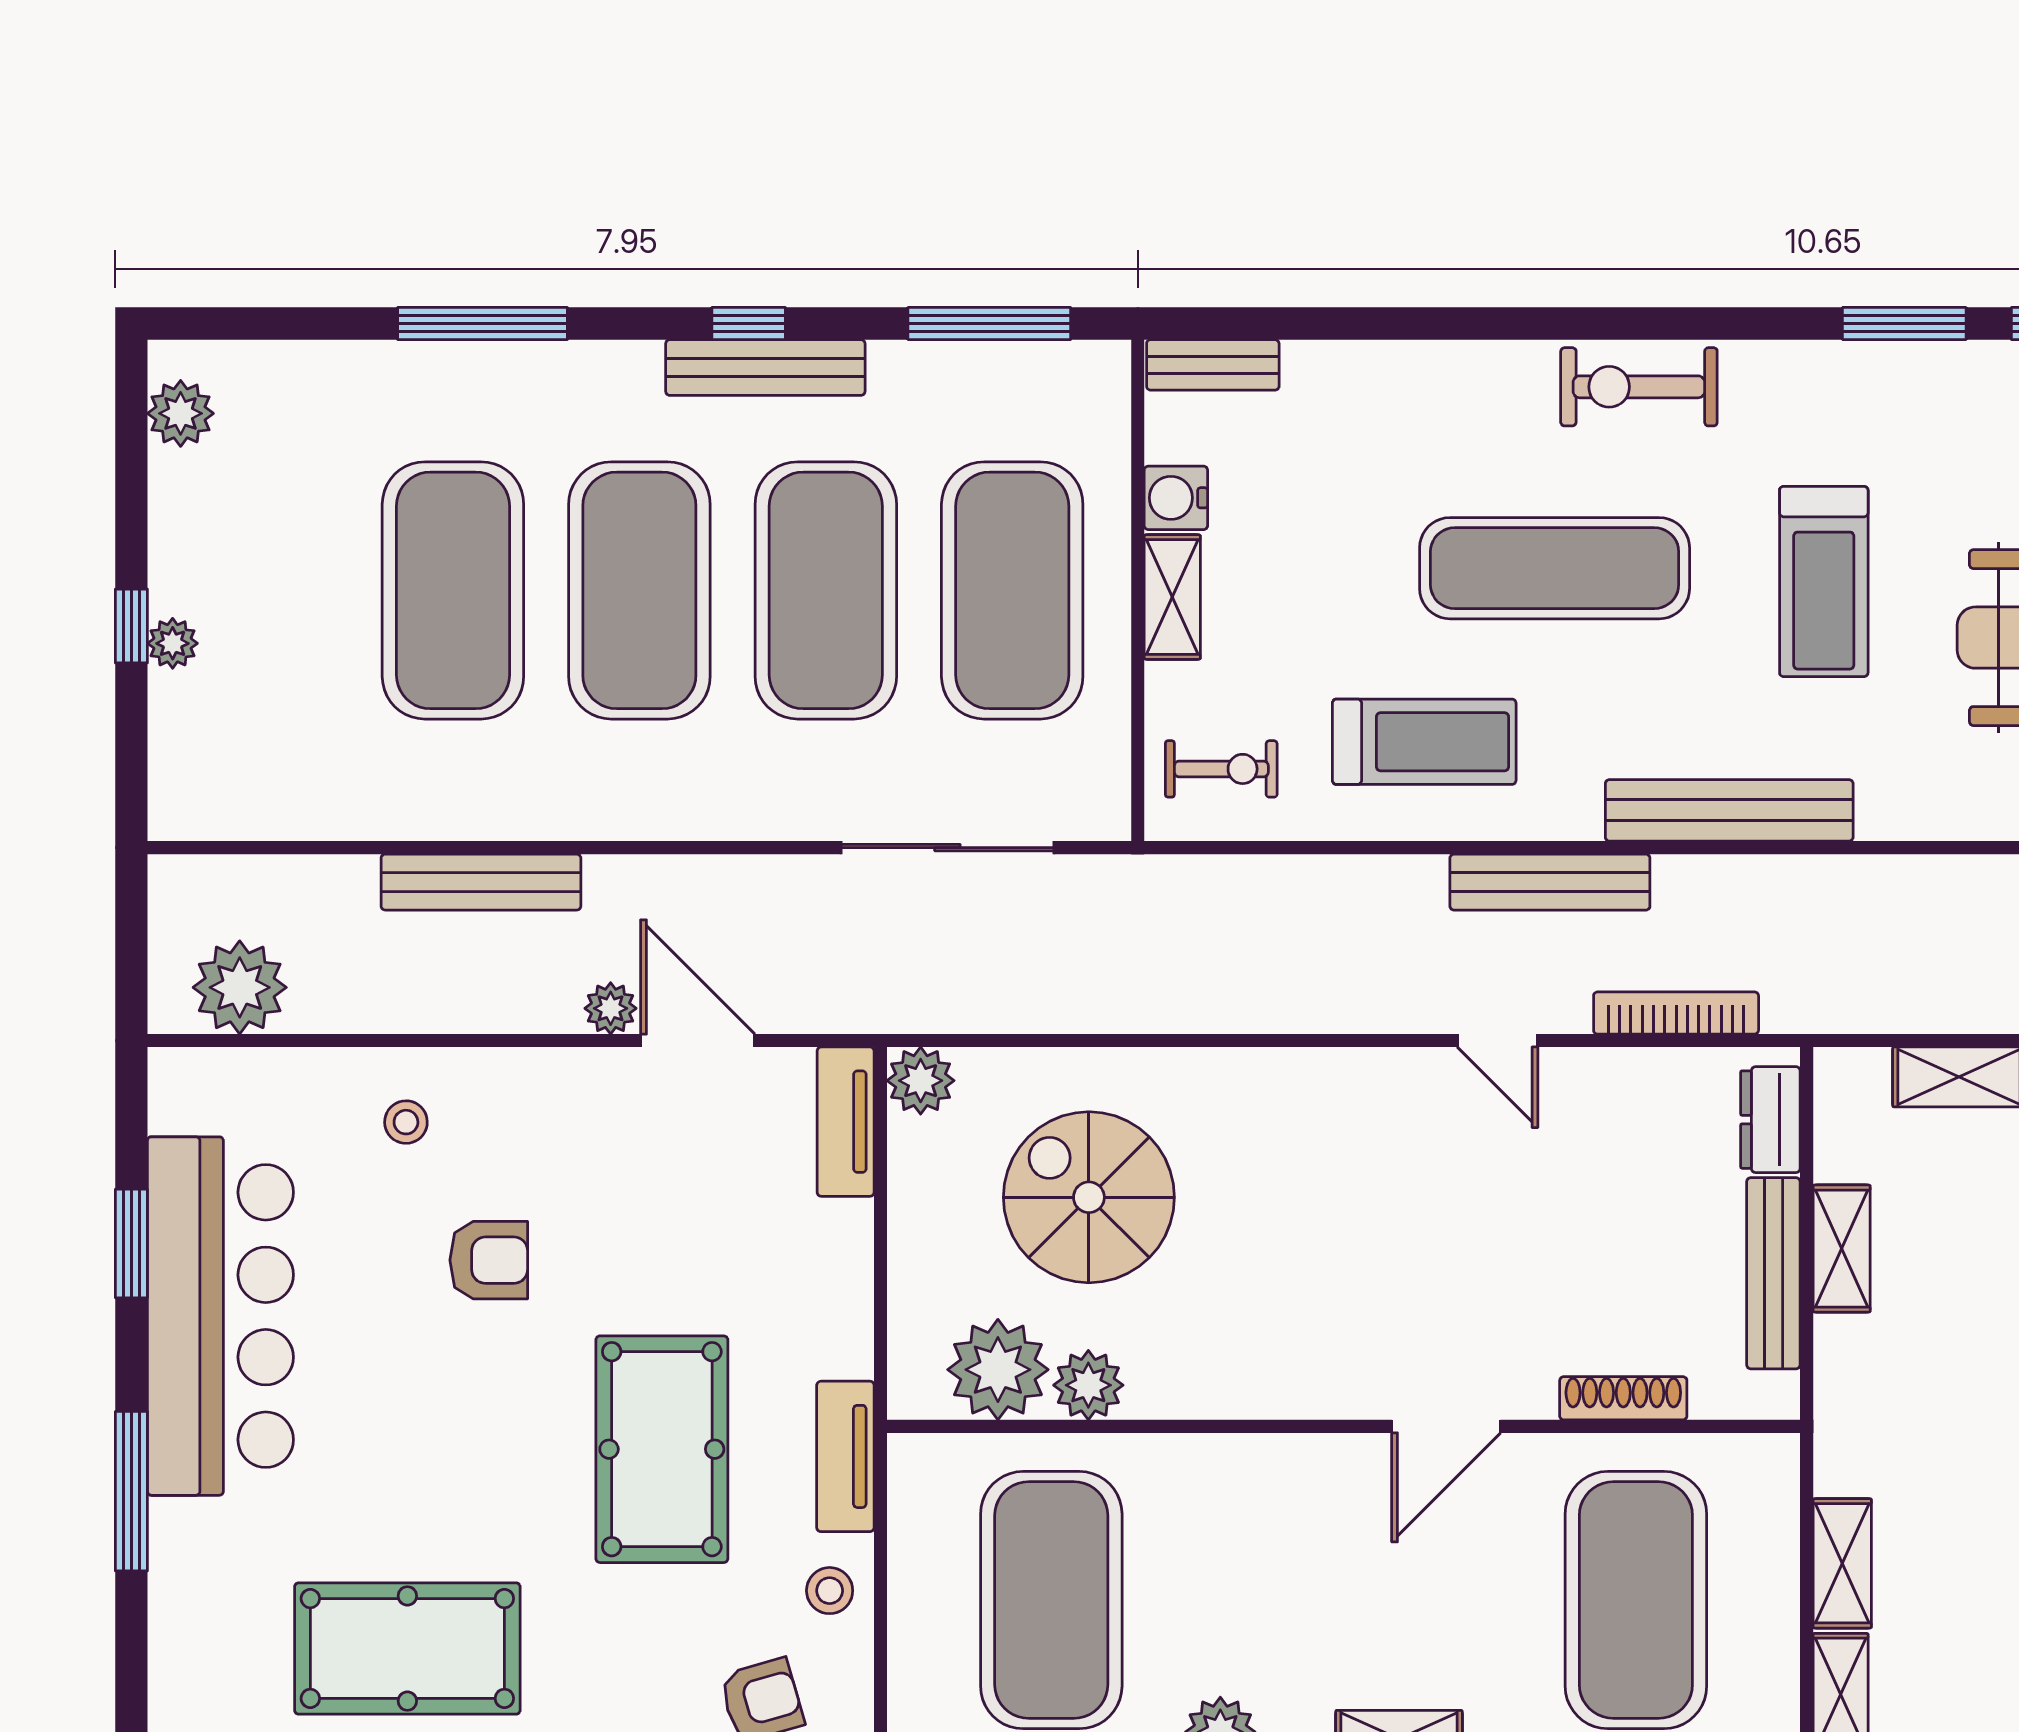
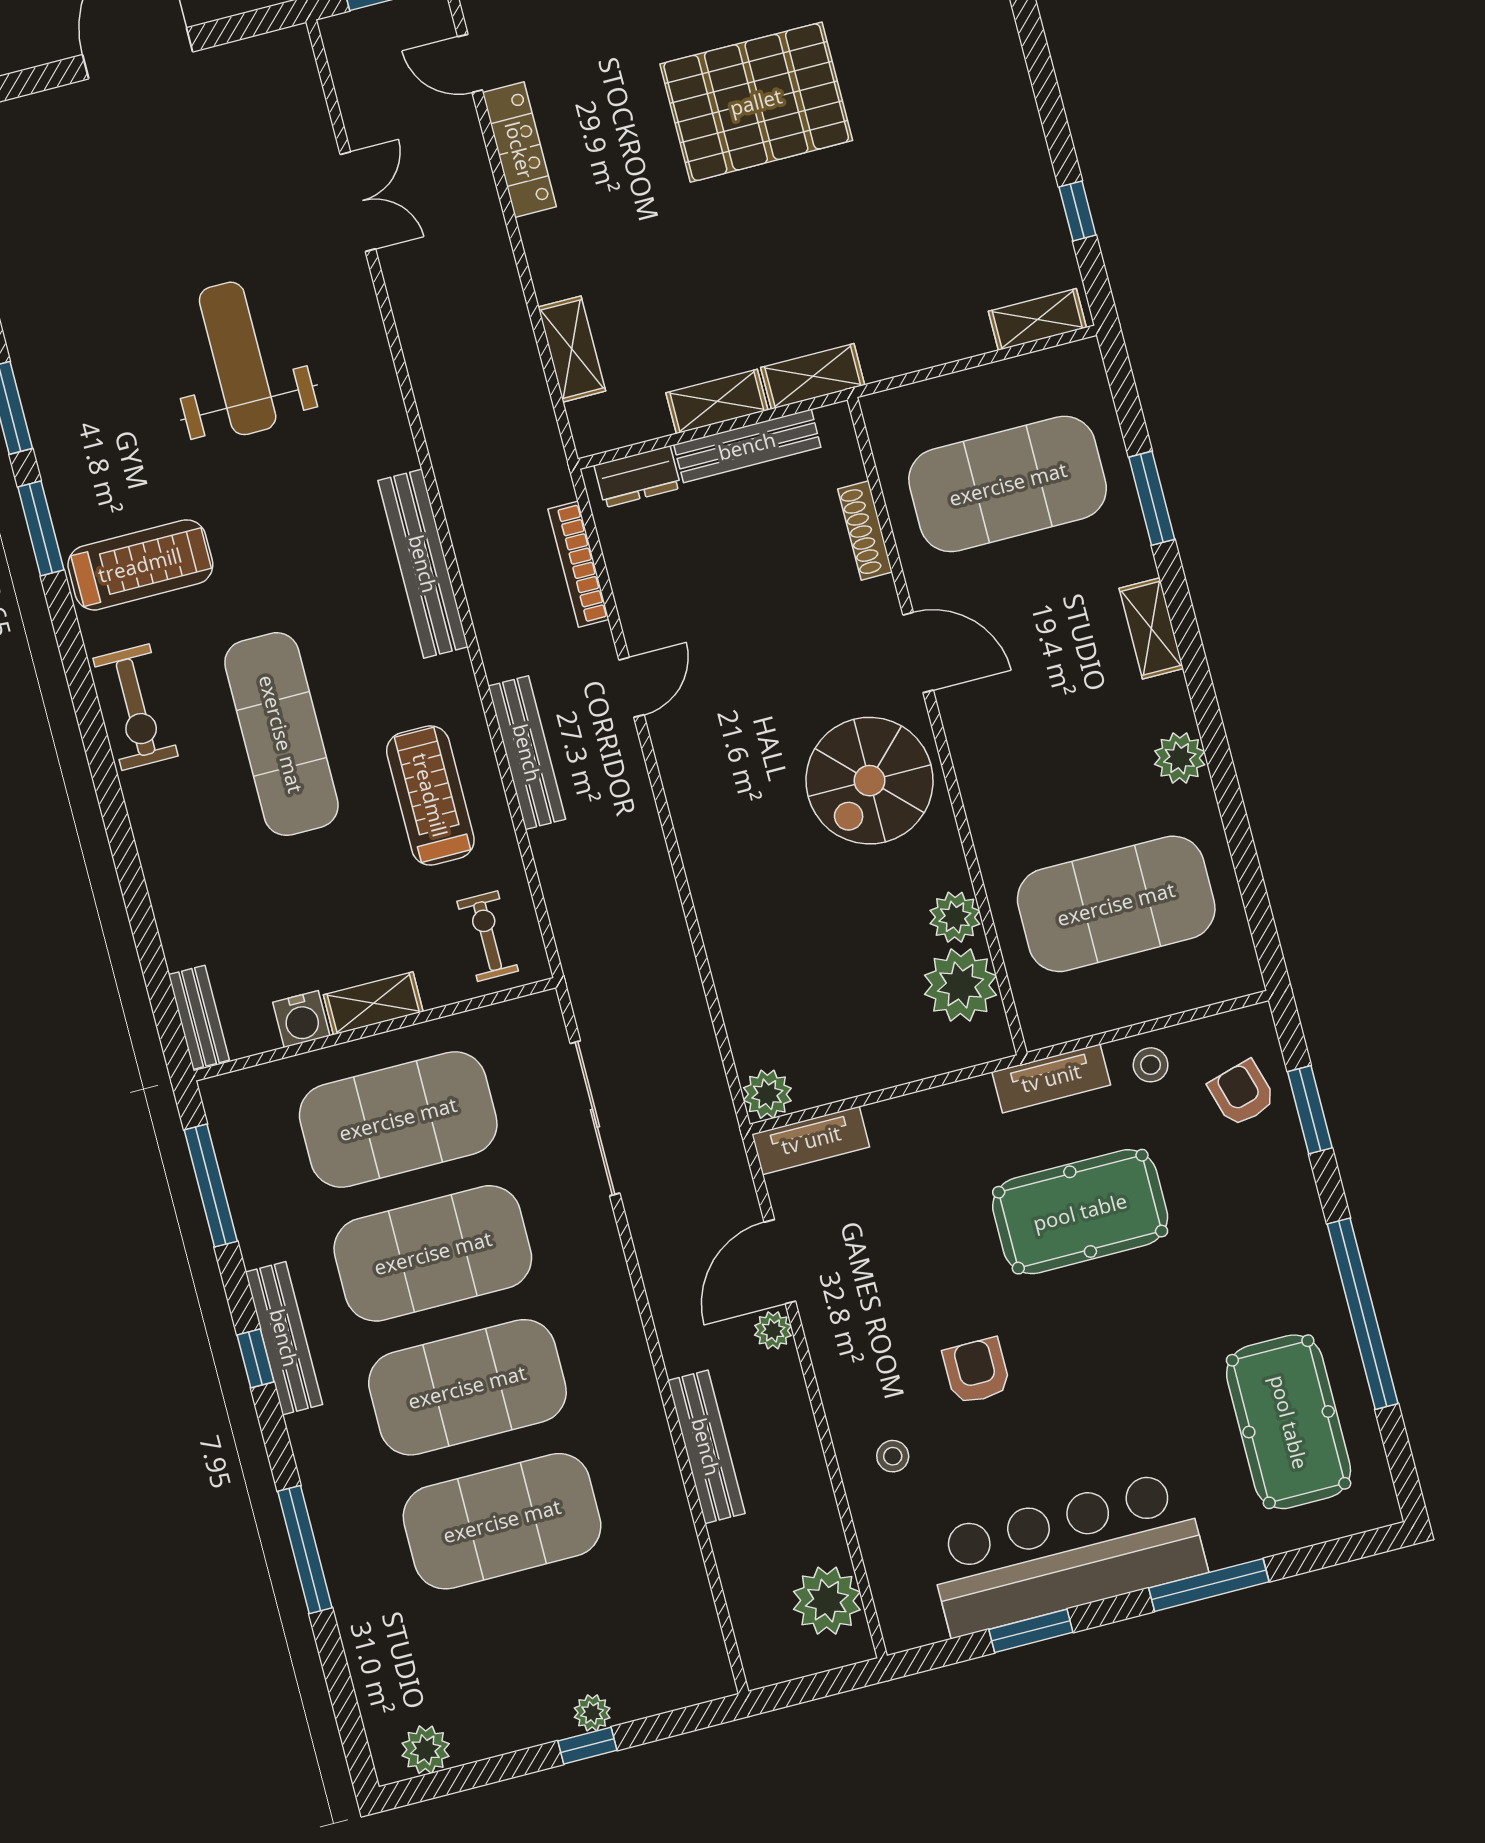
treadmill: (1824, 582) -> (140, 565), moved
bench: (1550, 882) -> (527, 753), moved
spiral stairs: (1089, 1197) -> (870, 781), moved
shelving: (1842, 1563) -> (813, 376), moved
pool table: (407, 1648) -> (1289, 1422), moved

